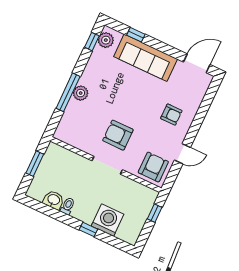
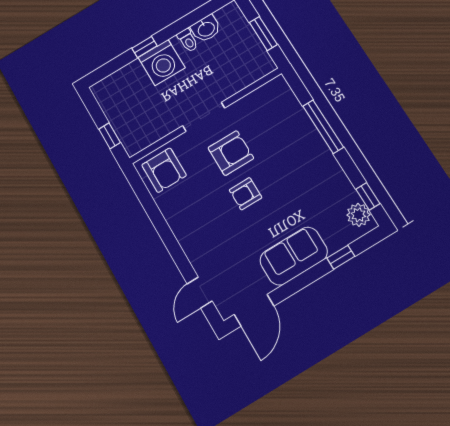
sofa: (146, 58) -> (294, 256), width x0.73
plant: (81, 93) -> (312, 141), removed
armchair: (171, 115) -> (246, 194), moved
door: (182, 154) -> (200, 293), moved
washing machine: (107, 220) -> (162, 63), moved

